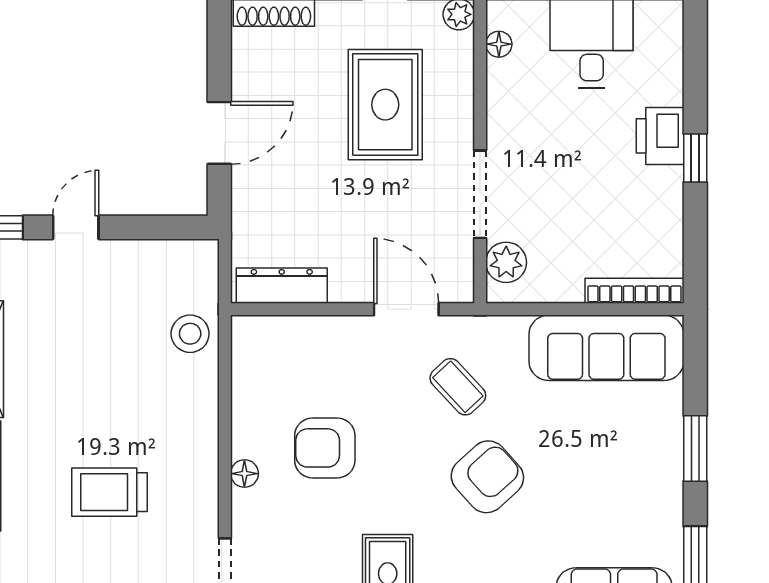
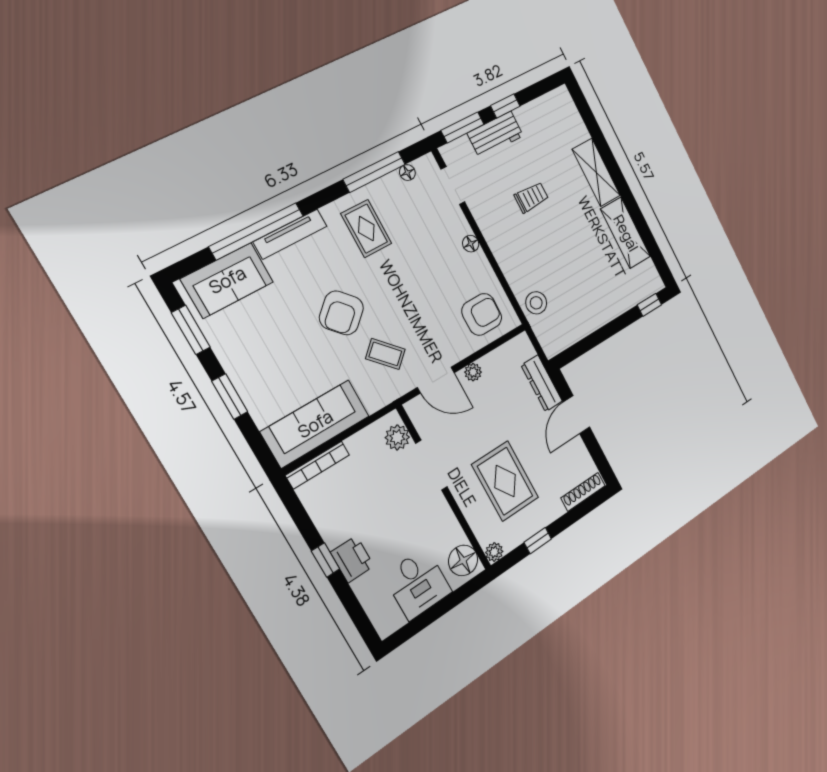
floor lamp: (499, 44) -> (463, 560), width x1.89, depth x1.89
door: (76, 227) -> (617, 325), removed
dresser: (282, 286) -> (542, 383), moved, turned 90
plant: (345, 289) -> (473, 372), added
armchair: (325, 448) -> (482, 314), moved
trolley: (109, 492) -> (531, 197), width x0.73, depth x0.72

